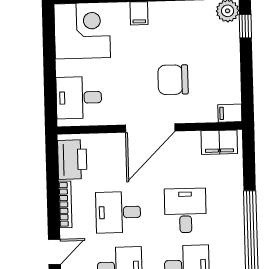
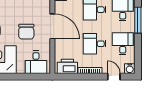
chair: (173, 80) -> (26, 32), moved
desk: (118, 212) -> (95, 44), turned 90

